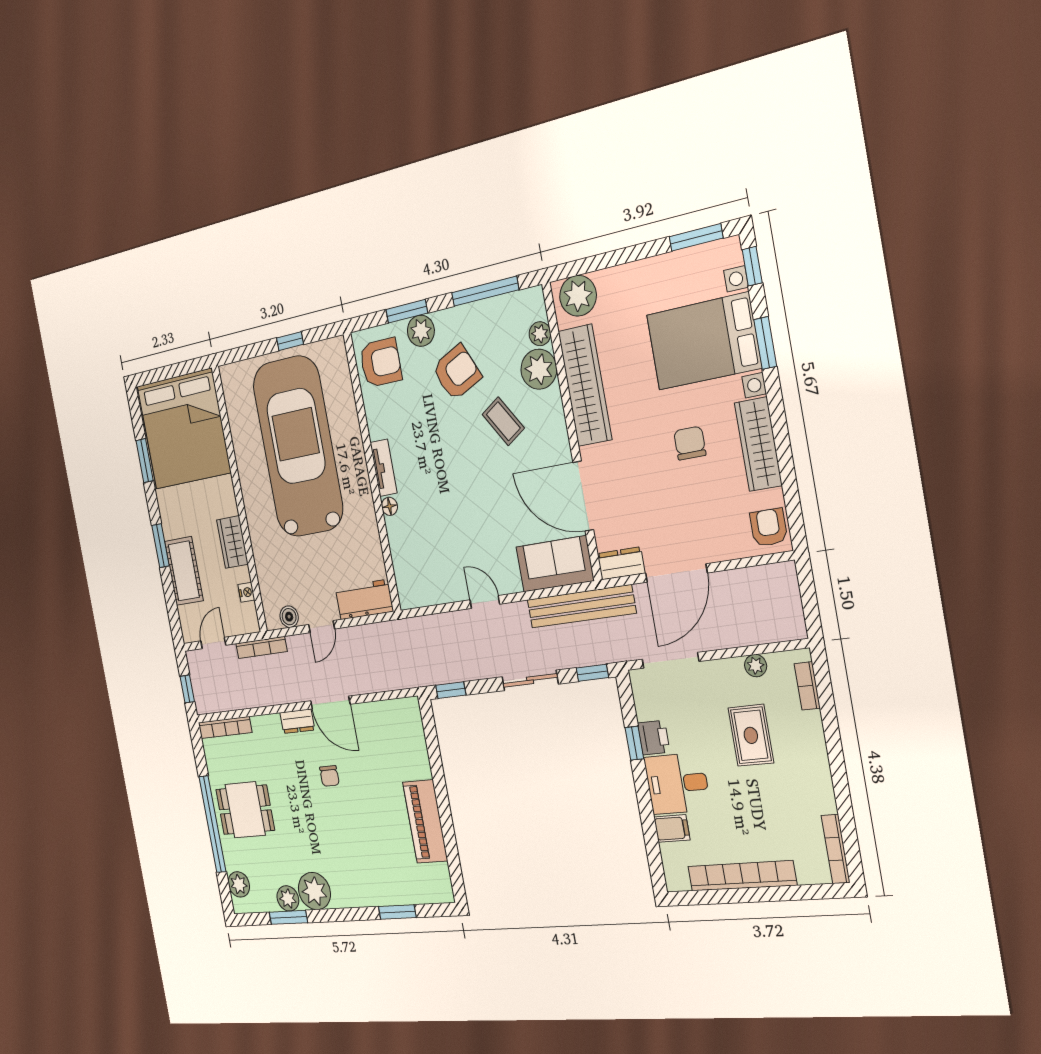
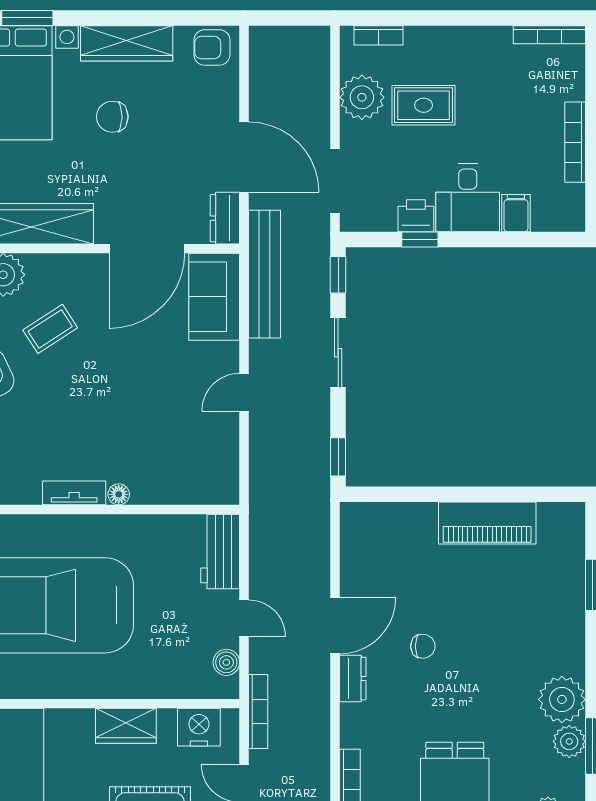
nightstand: (246, 592) -> (199, 727), width x1.89, depth x1.79
plant: (756, 666) -> (362, 97), width x1.87, depth x1.87
bookcase: (742, 876) -> (575, 142), width x0.68, depth x0.76

